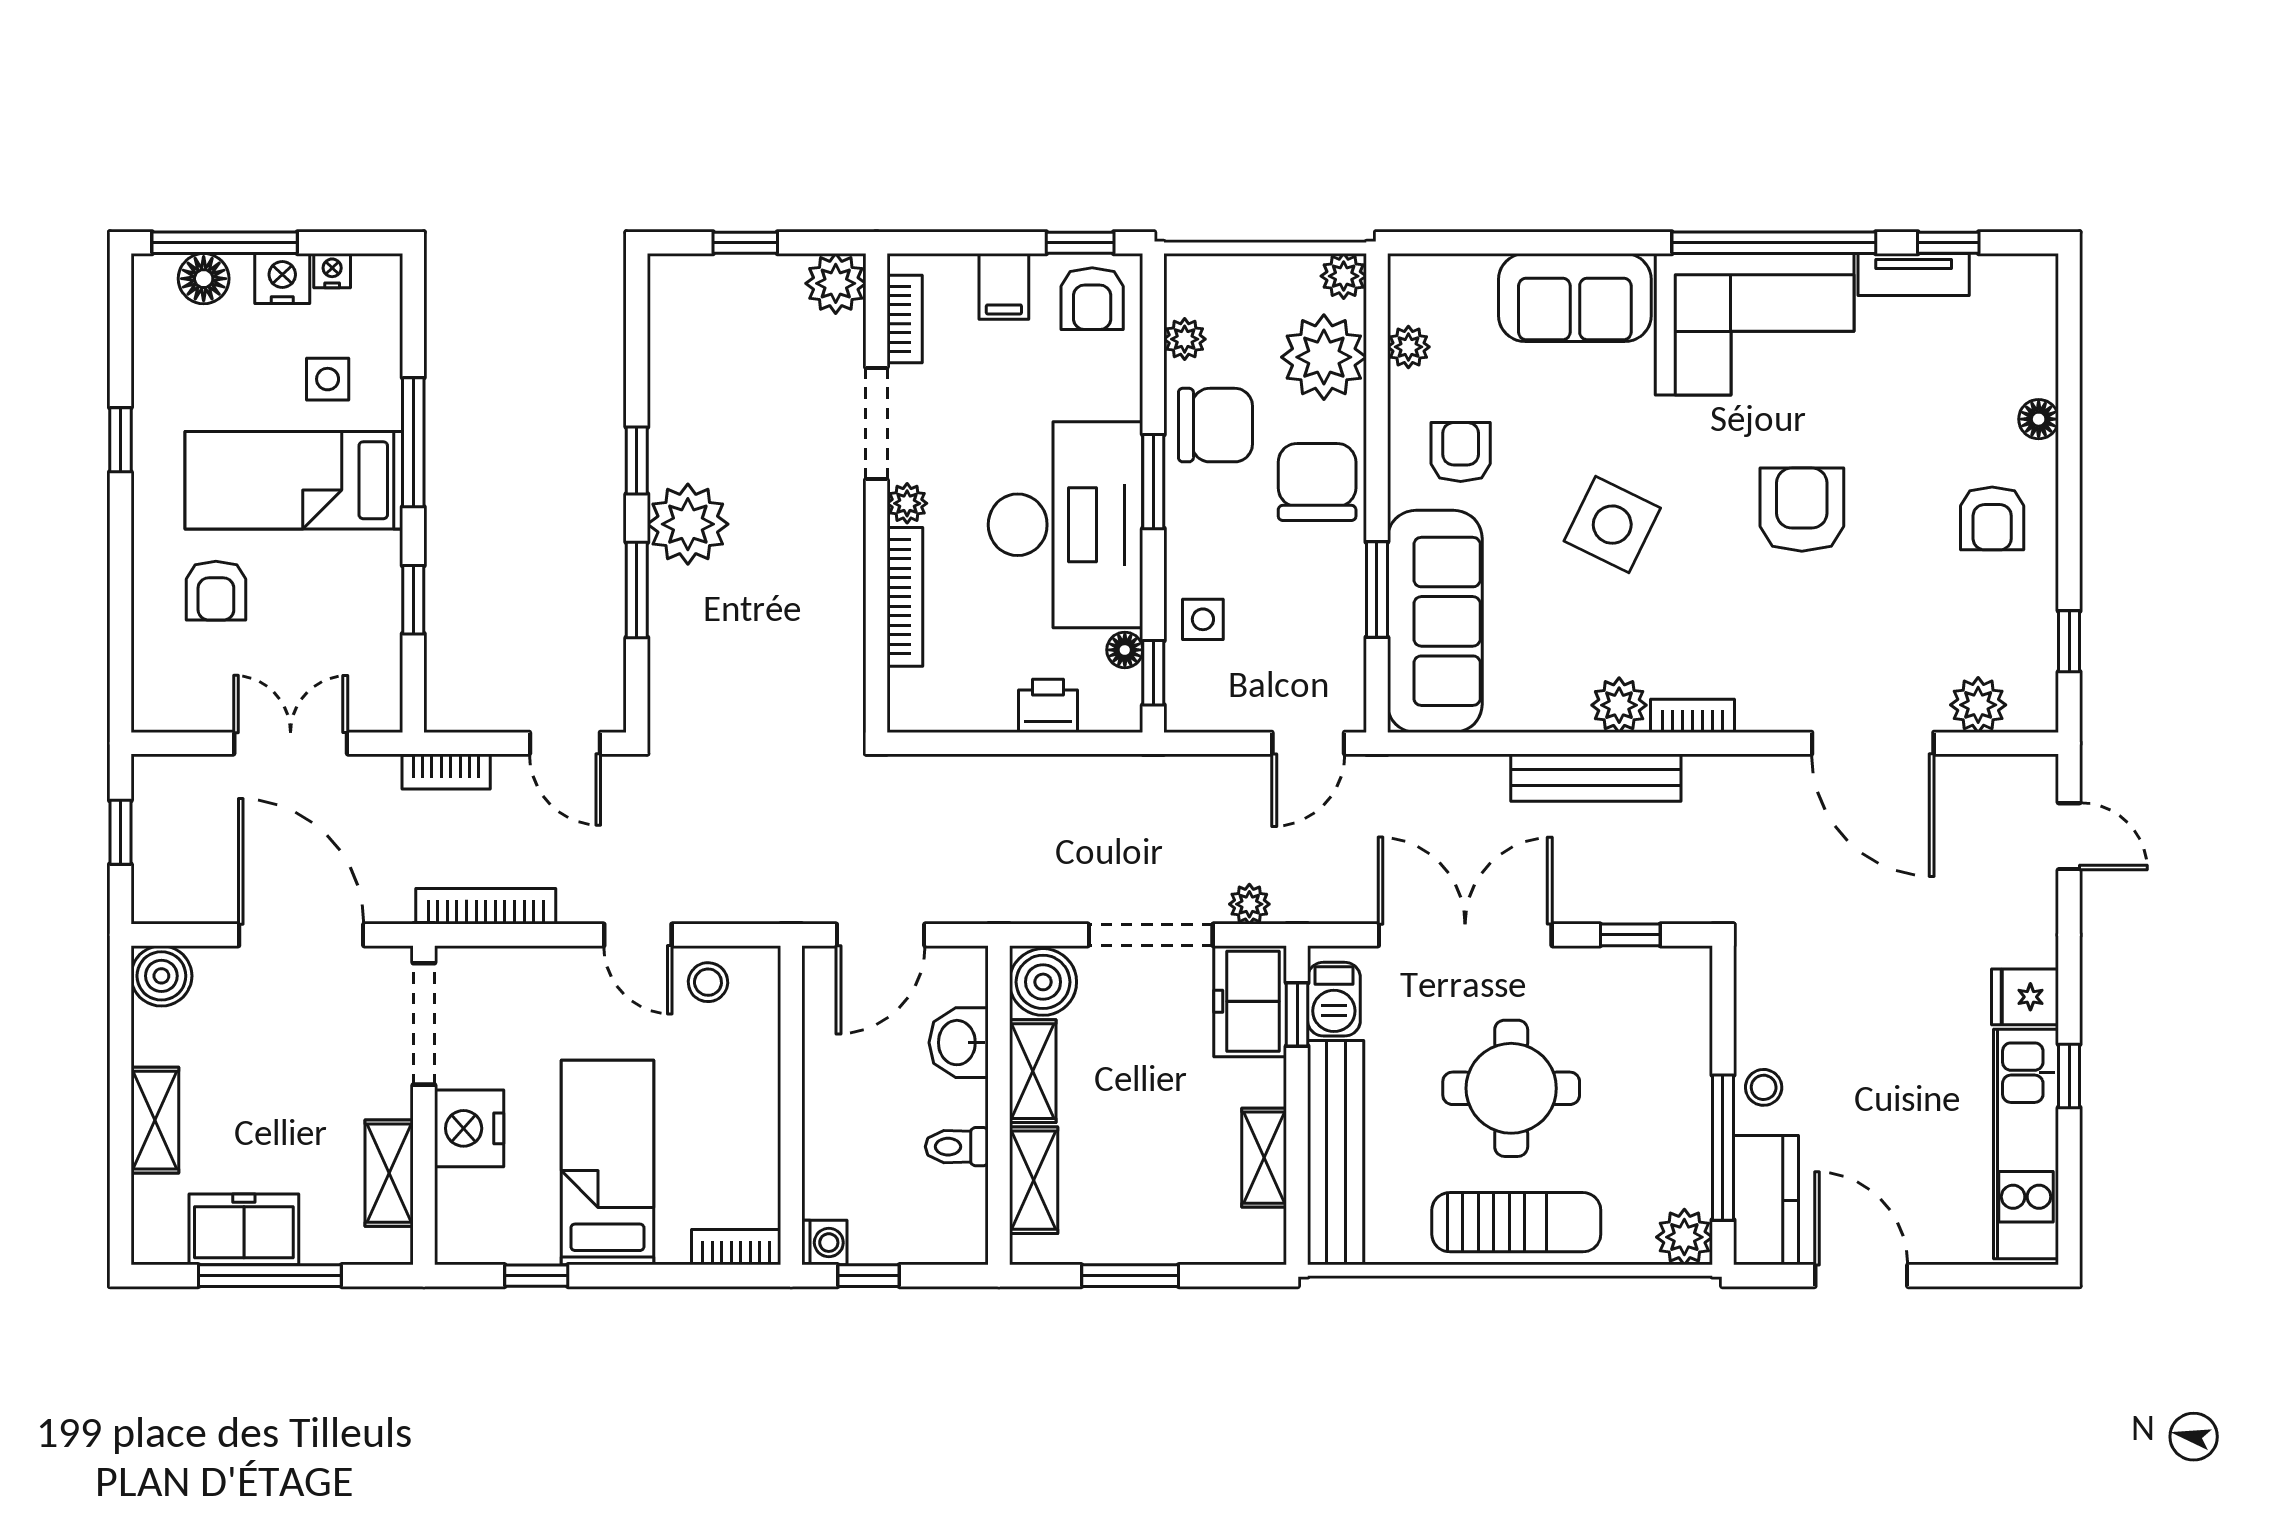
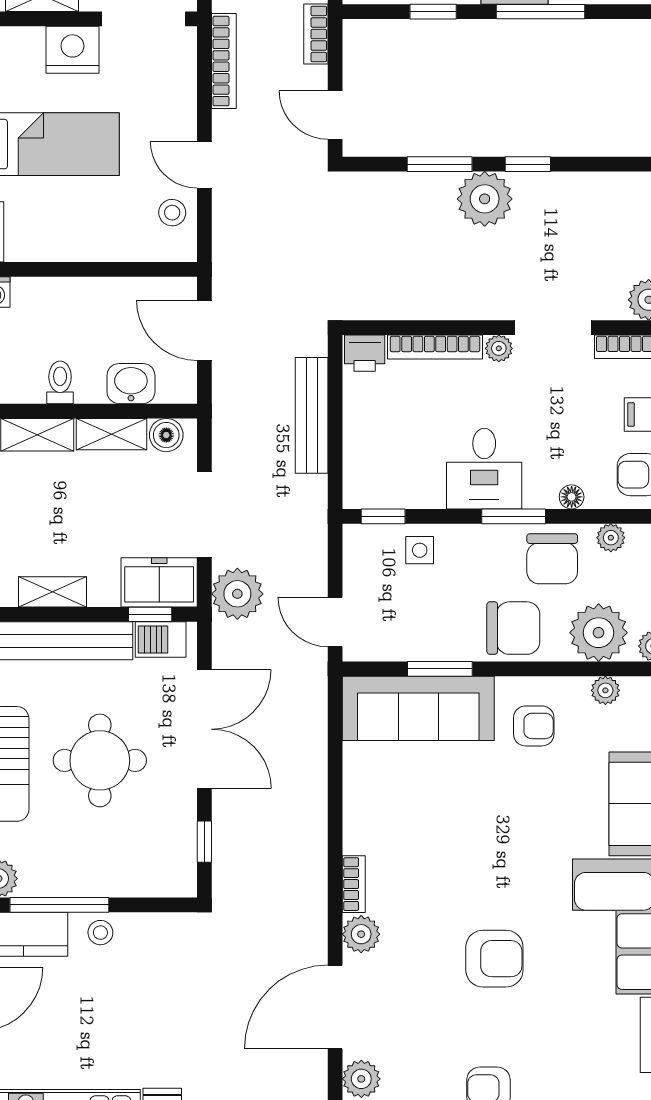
desk: (1065, 525) -> (484, 469), width x0.53, depth x0.77
side table: (1612, 525) -> (484, 829), removed
floor lamp: (1125, 650) -> (572, 497), moved
plant: (1619, 705) -> (361, 934), moved
printer: (1048, 706) -> (365, 353), moved, turned 90
door: (565, 743) -> (335, 115), hinge flipped
bench: (1596, 778) -> (312, 415), moved
plant: (1249, 904) -> (237, 594), width x1.87, depth x1.87
door: (638, 935) -> (204, 165), hinge flipped
boiler: (1043, 982) -> (166, 435), width x0.73, depth x0.73

